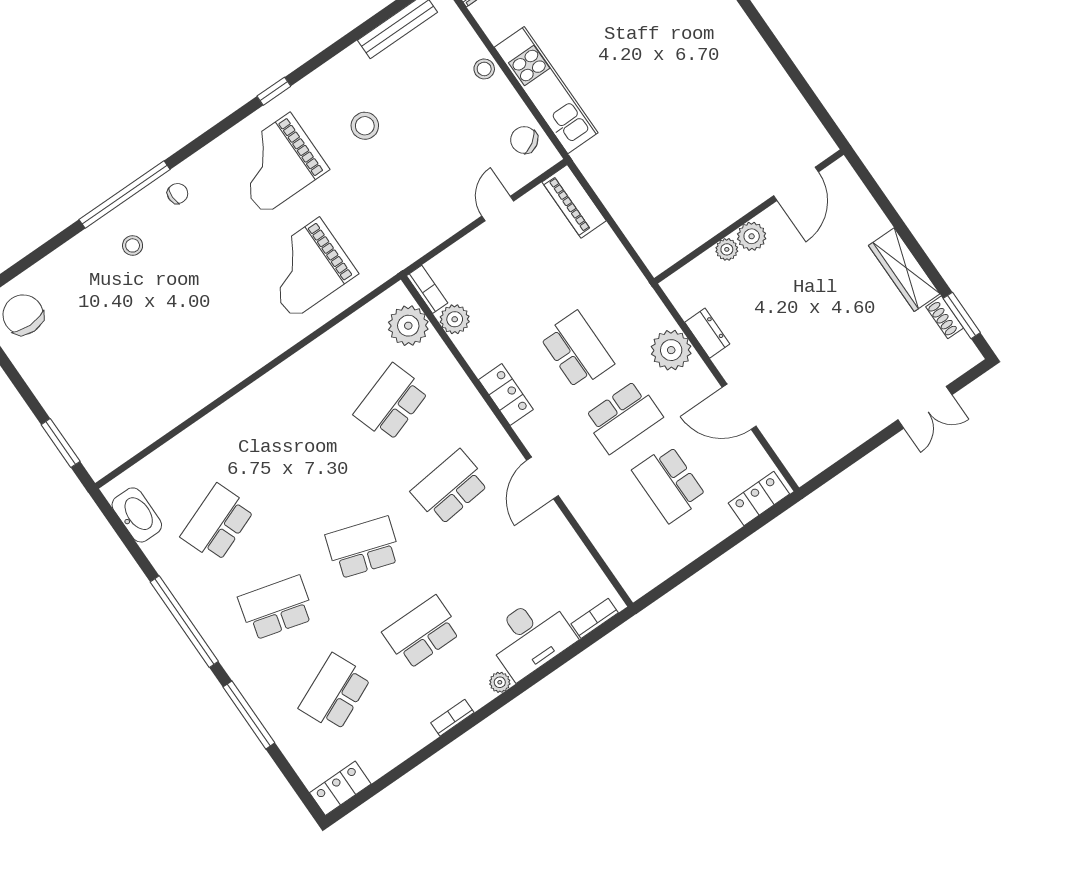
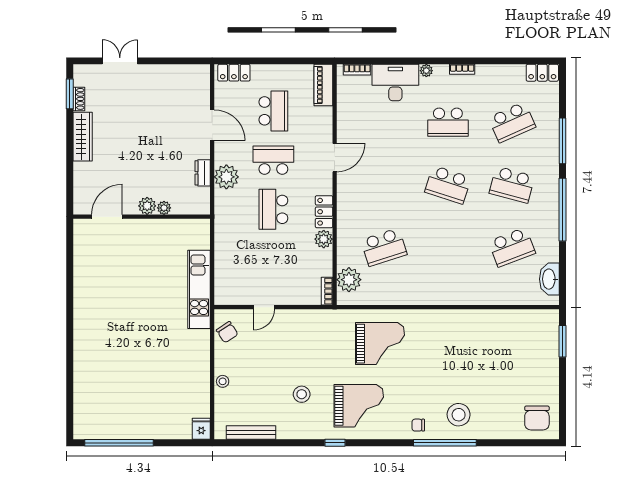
kitchen unit: (546, 90) -> (199, 289), moved
piano: (574, 201) -> (323, 85), moved, turned 180
stool: (133, 245) -> (459, 415), width x1.89, depth x1.89
plant: (455, 319) -> (324, 239), moved
school desk: (450, 487) -> (384, 185), removed

